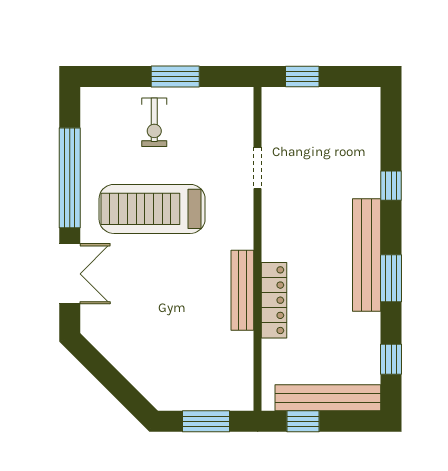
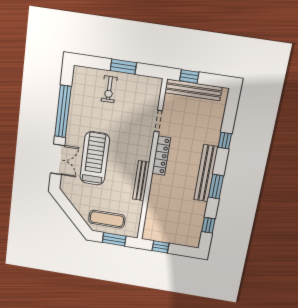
treadmill: (152, 209) -> (95, 158), moved, turned 90
locker: (274, 300) -> (161, 156), moved
exercise mat: (185, 381) -> (107, 219), added
bench: (328, 398) -> (193, 90), moved

